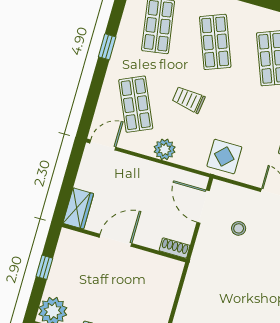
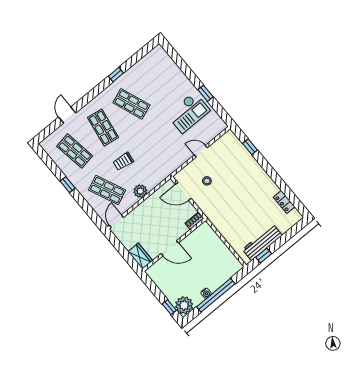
shop shelf: (215, 42) -> (103, 127), turned 30
display table: (224, 157) -> (165, 163), removed
door: (115, 240) -> (170, 248), swing flipped
window: (44, 267) -> (169, 307), moved

